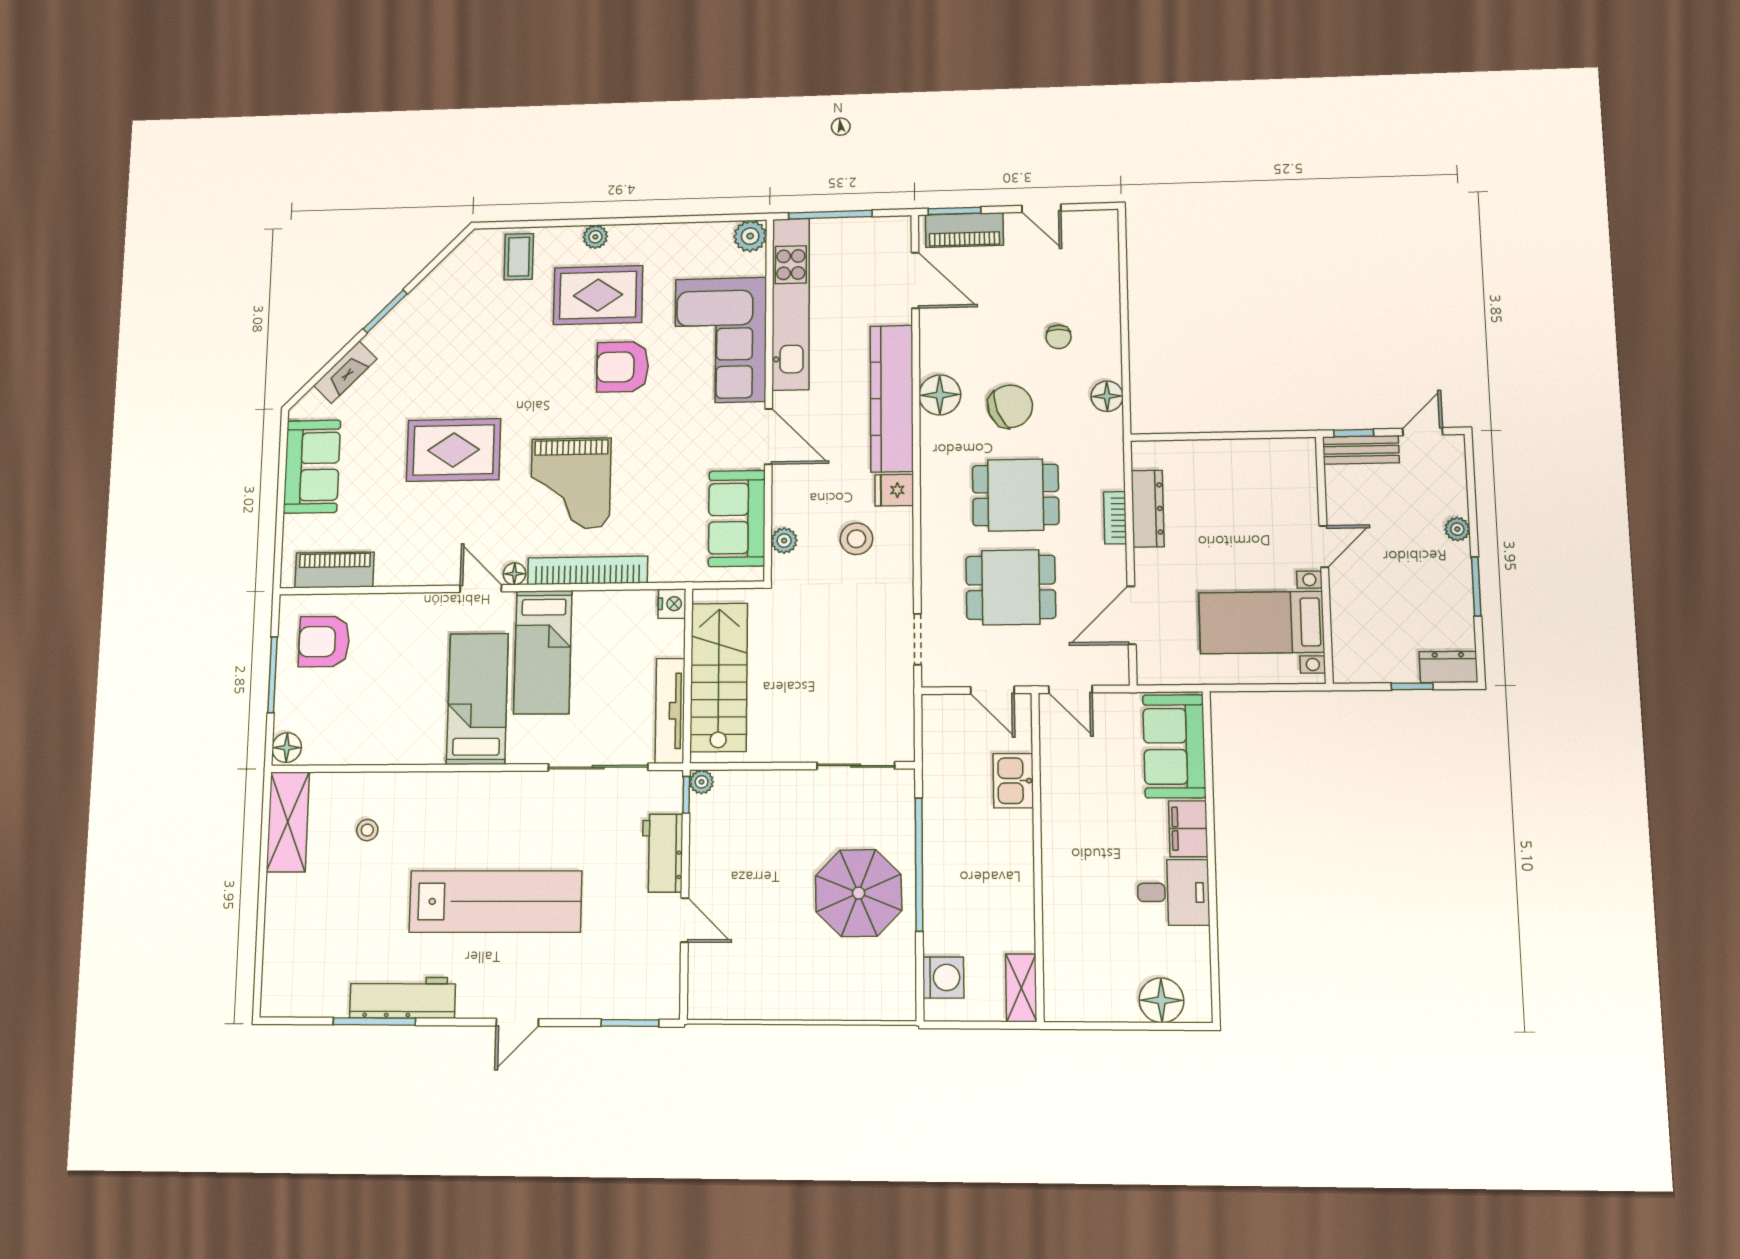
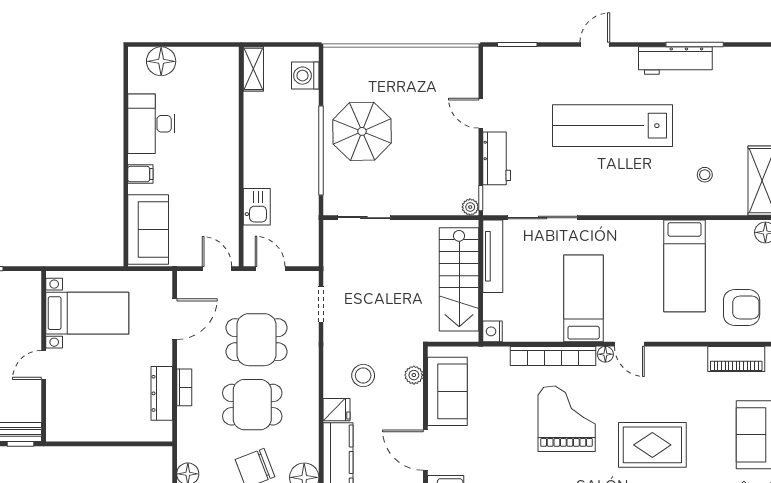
bed: (477, 699) -> (684, 266), moved
filing cabinet: (1188, 829) -> (140, 174), width x0.50
desk: (1173, 892) -> (151, 124), width x1.37

